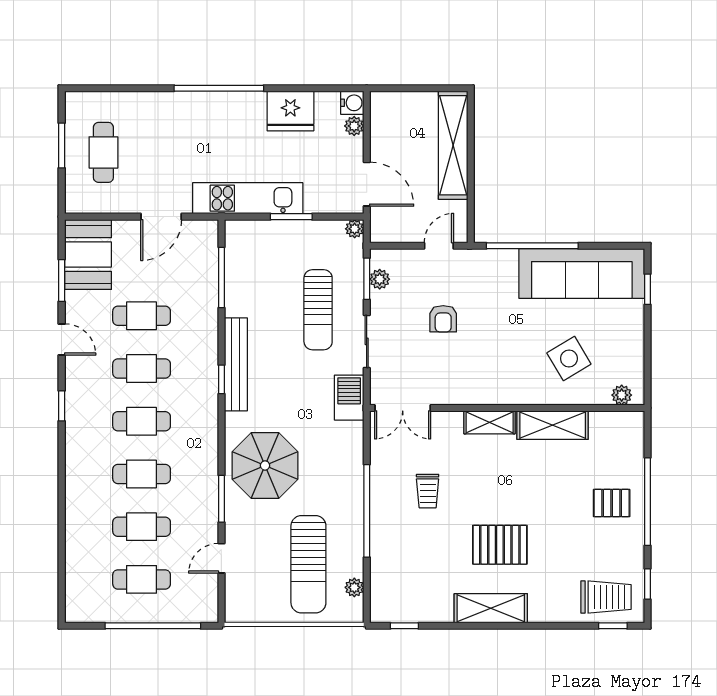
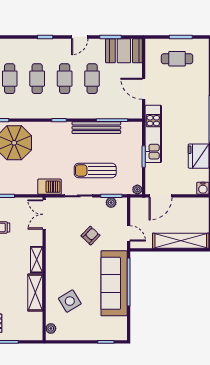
plant: (354, 126) -> (191, 189), removed
sofa: (582, 274) -> (114, 283), moved
armchair: (443, 319) -> (90, 236), turned 134
bench: (236, 364) -> (96, 128), moved

